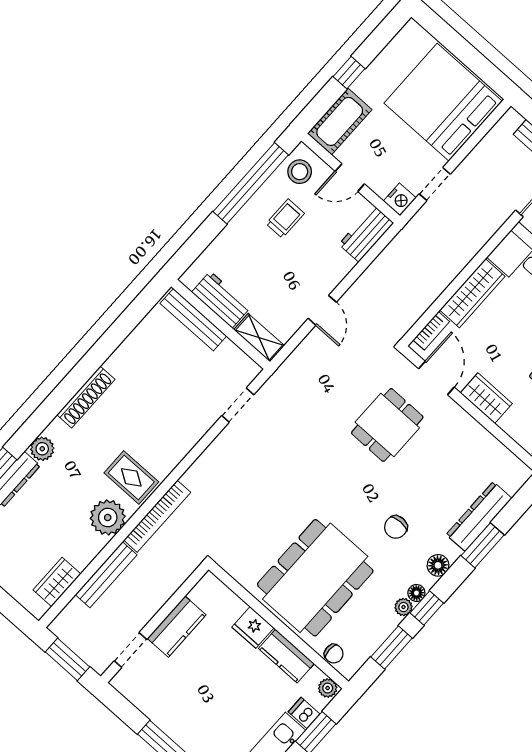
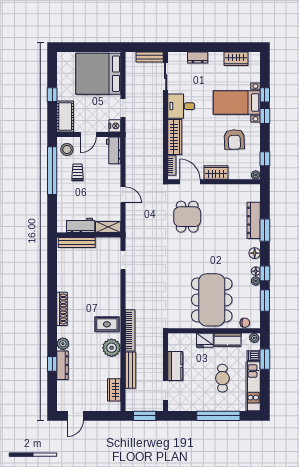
chair: (396, 527) -> (225, 253), removed
cafe table: (229, 705) -> (222, 378), added

